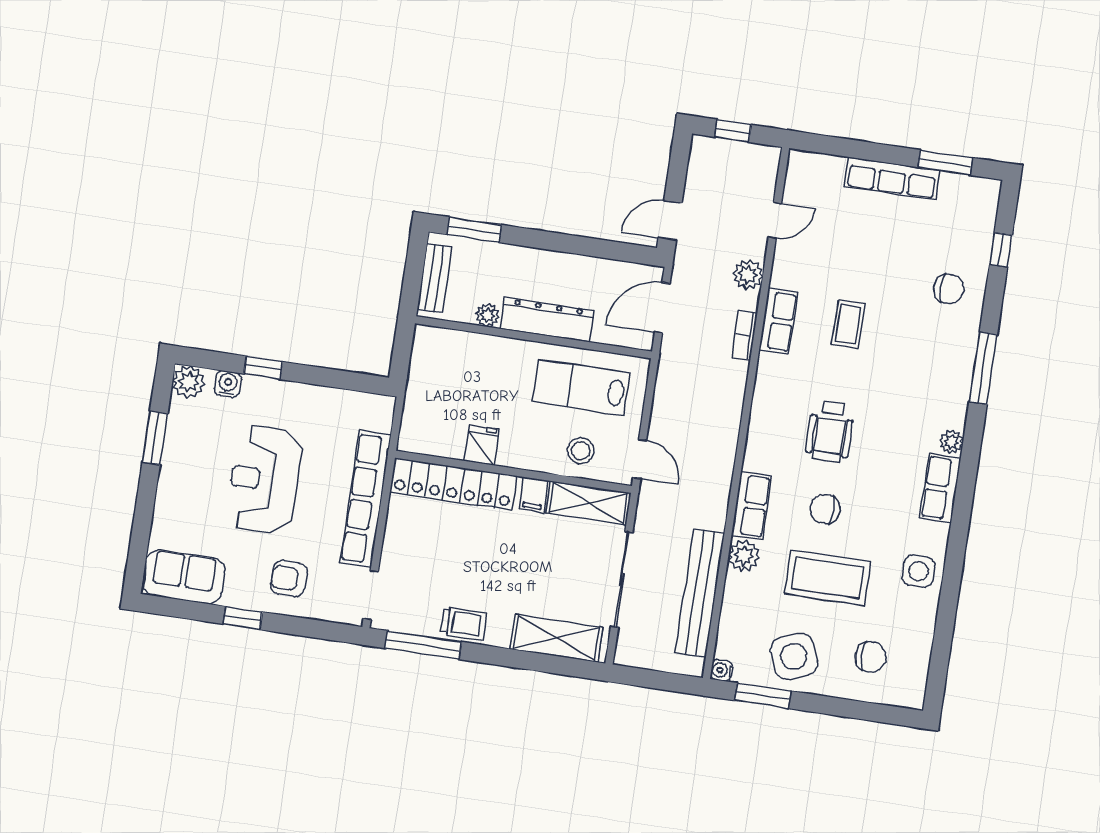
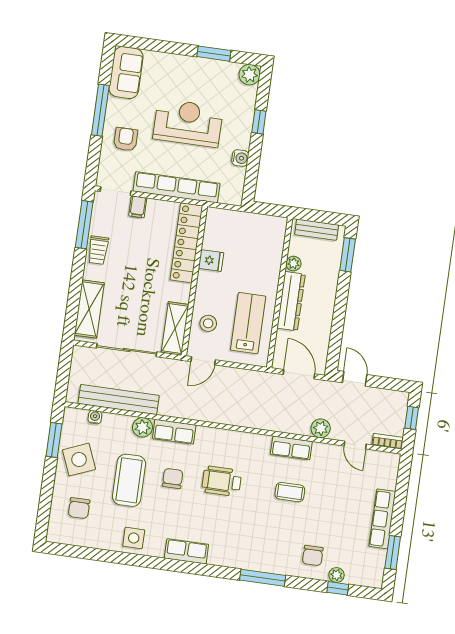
bookcase: (744, 335) -> (388, 441), moved
water cooler: (228, 384) -> (240, 158), moved
plant: (951, 442) -> (336, 575), moved
filing cabinet: (534, 495) -> (138, 207), moved, turned -90
window: (243, 618) -> (100, 110), width x2.17
water cooler: (721, 670) -> (95, 417), moved

